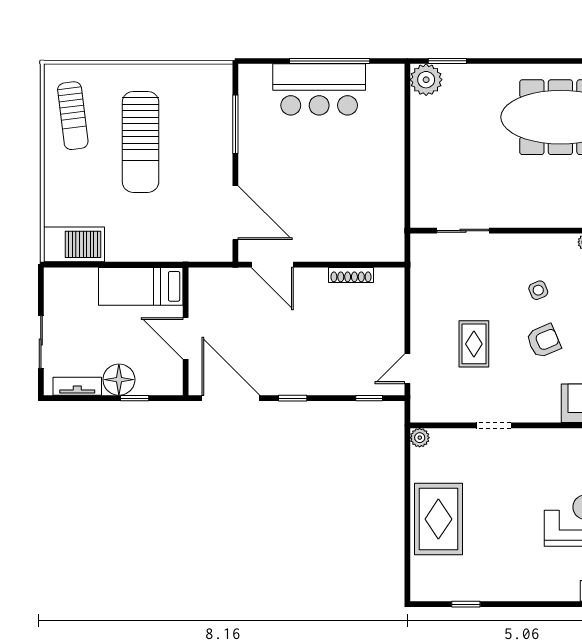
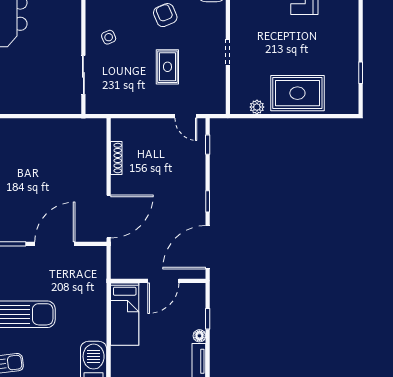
door: (235, 213) -> (55, 244), moved
door: (272, 265) -> (109, 217), width x1.36
side table: (538, 290) -> (109, 37), moved
rug: (474, 344) -> (167, 67), turned 90
floor lamp: (119, 380) -> (199, 336), width x0.53, depth x0.53
plant: (420, 438) -> (257, 107), moved

